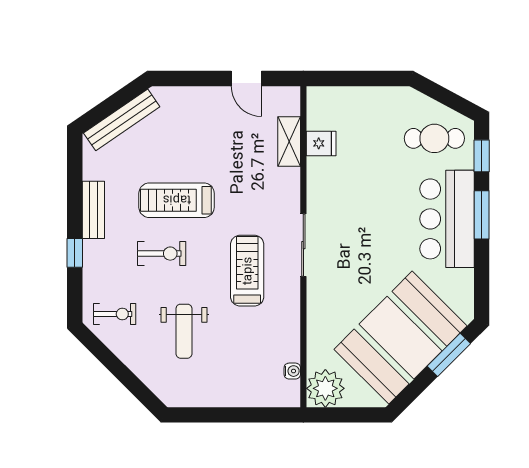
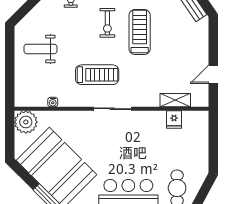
weight bench: (184, 331) -> (41, 49), moved
water cooler: (292, 371) -> (53, 102), moved

